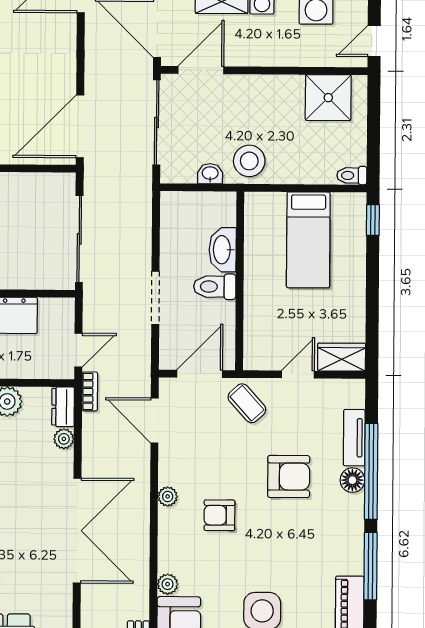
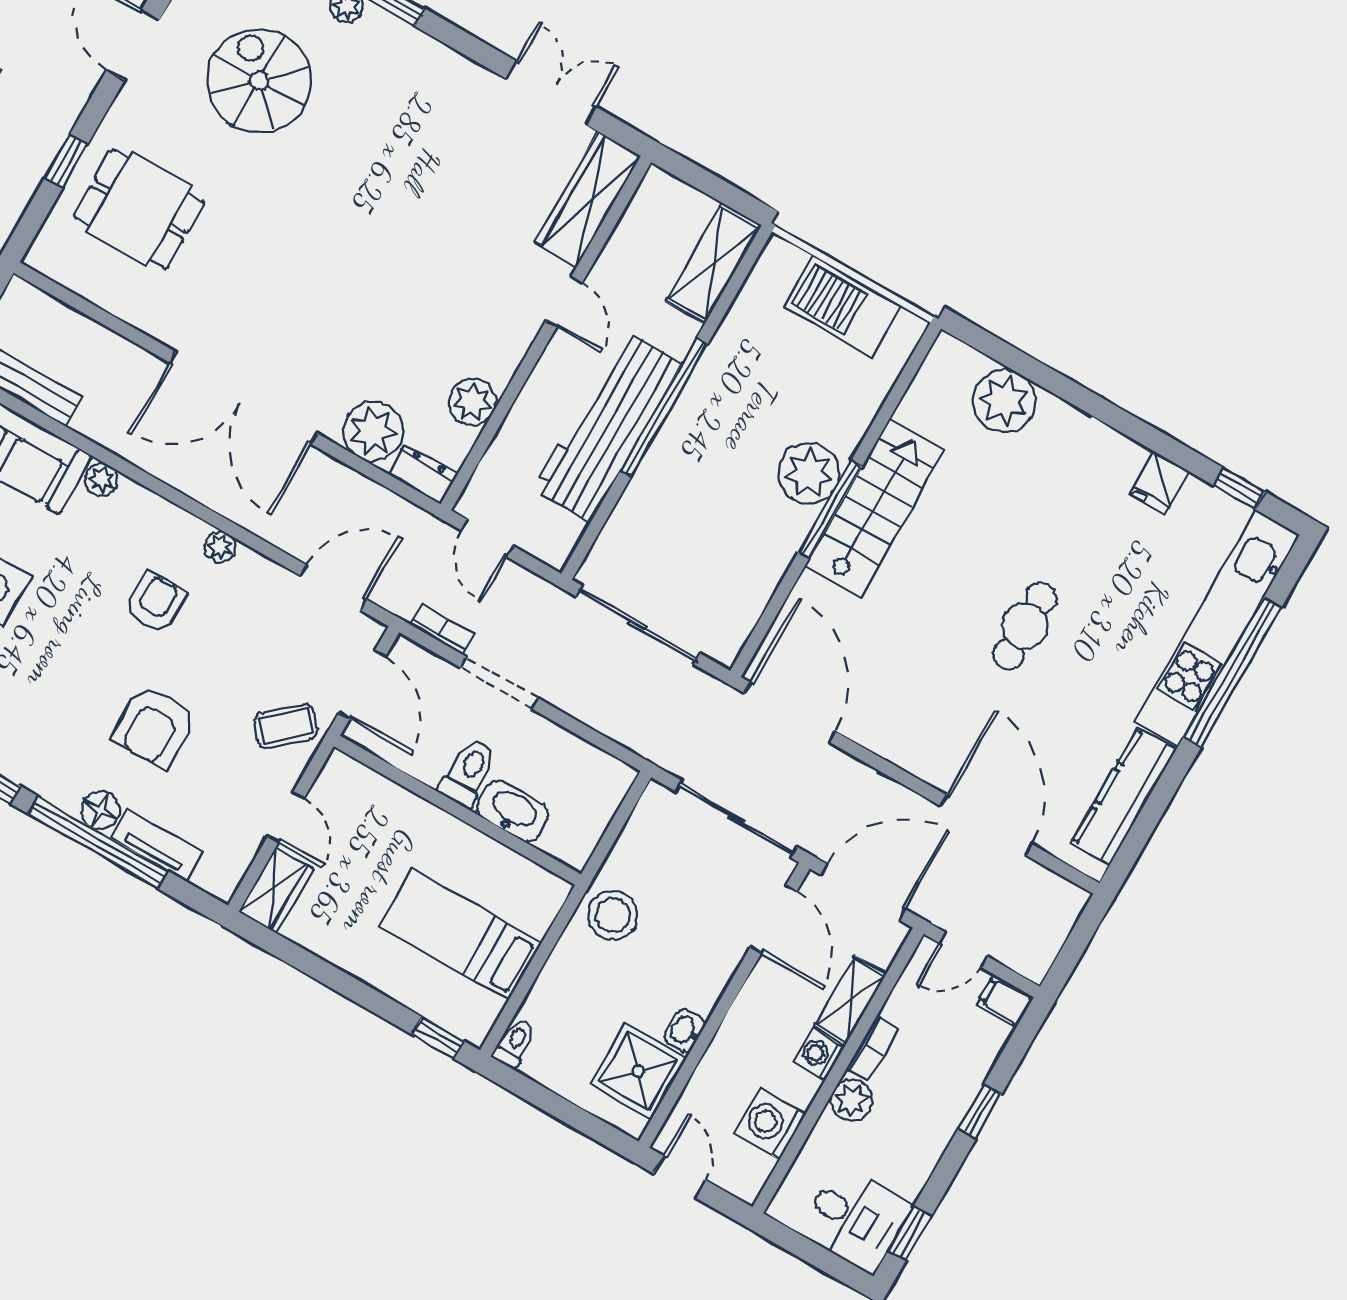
washbasin: (210, 174) -> (685, 1031), moved, turned 180
bookcase: (90, 391) -> (442, 629), moved, turned 180
plant: (64, 439) -> (373, 431), width x1.88, depth x1.88

